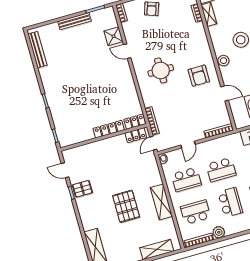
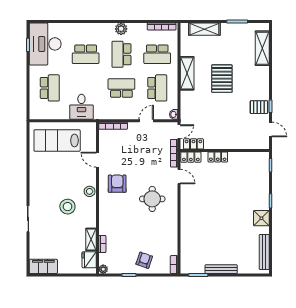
shower: (113, 36) -> (261, 218), moved
door: (127, 51) -> (179, 177), moved
locker: (109, 129) -> (218, 157), width x0.66
school desk: (186, 179) -> (157, 88), turned 90
plant: (219, 232) -> (121, 29), moved

